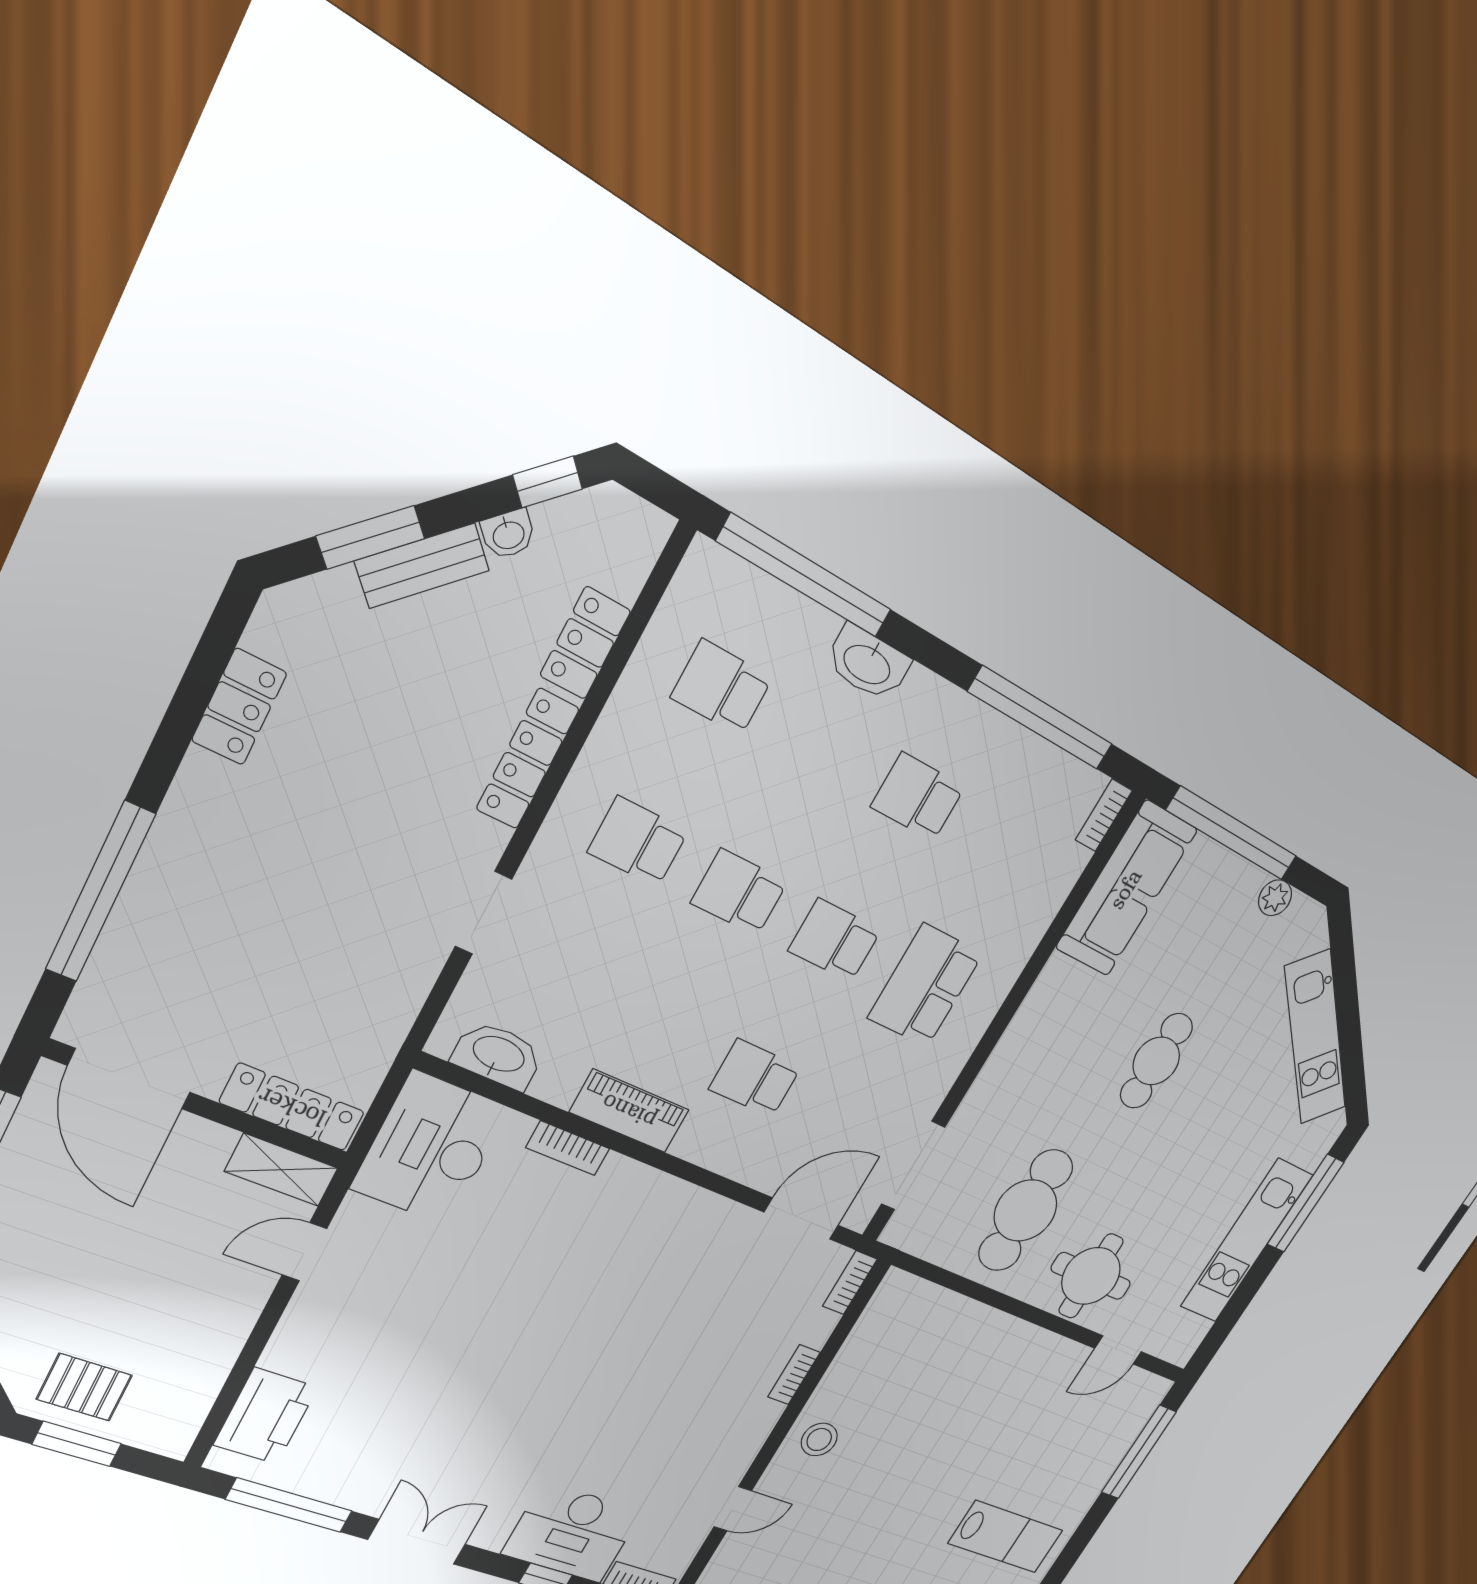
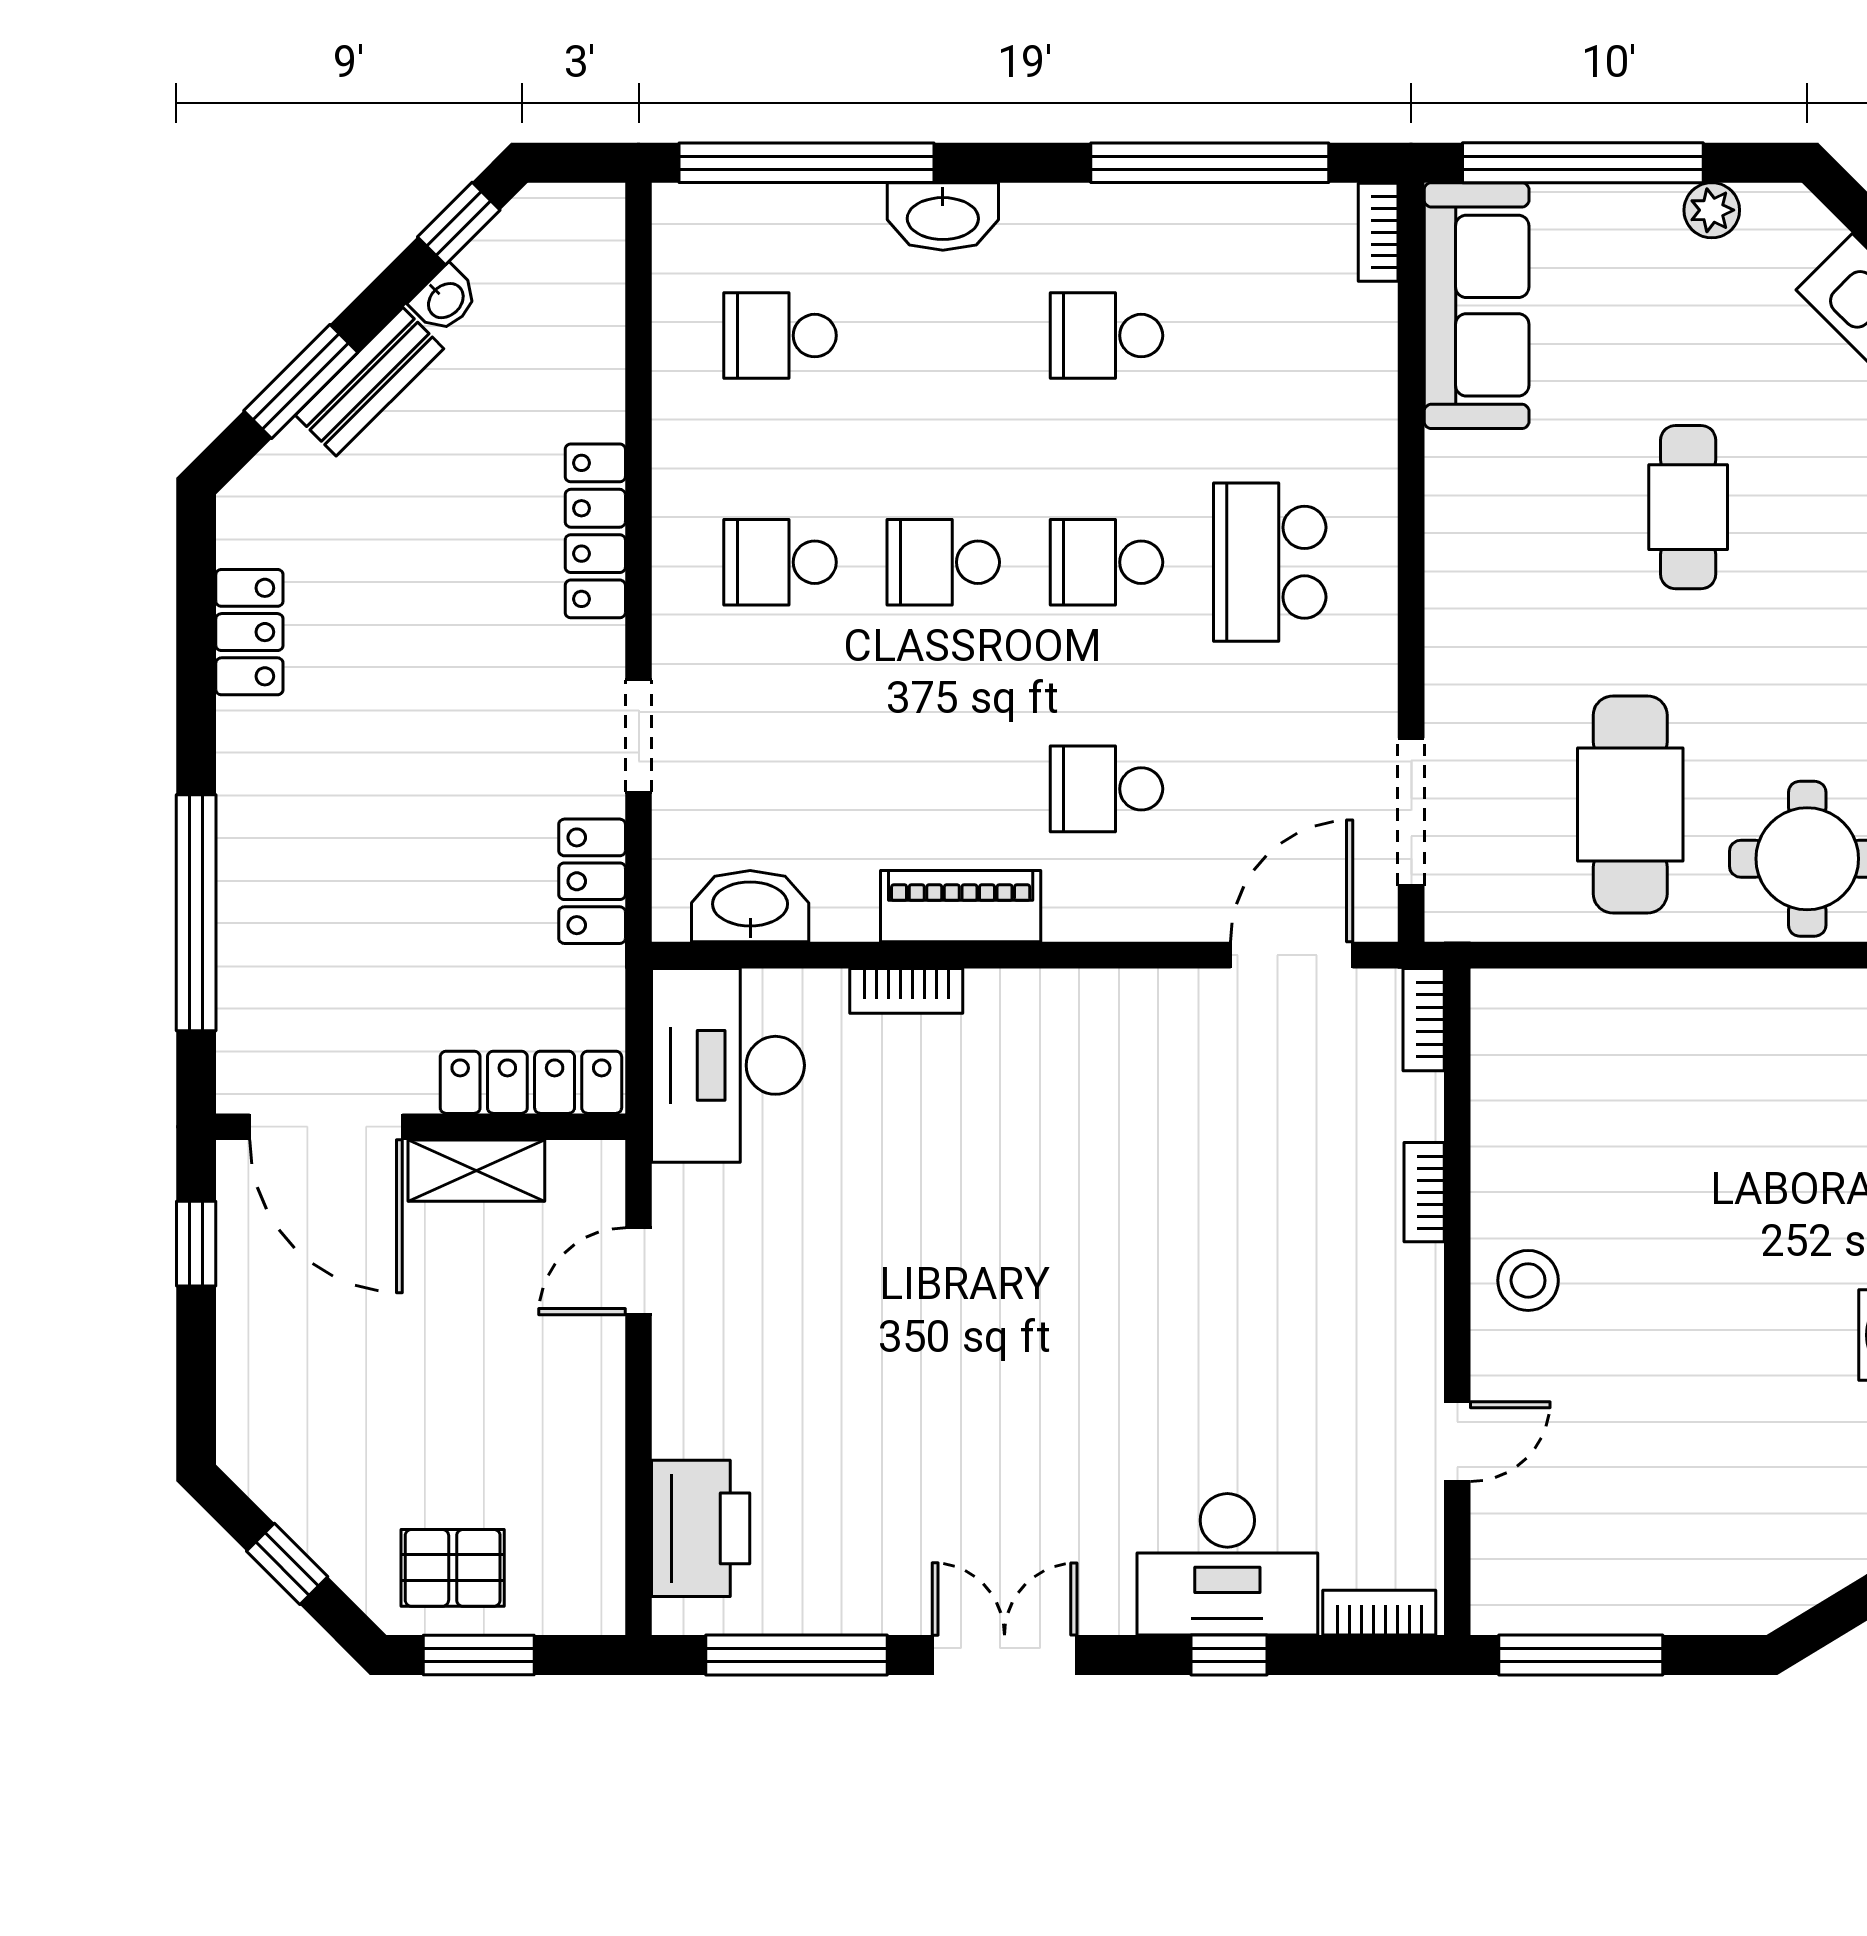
locker: (585, 643) -> (592, 881), moved
shelving: (281, 1170) -> (476, 1171), moved

